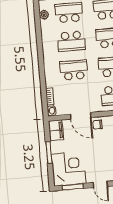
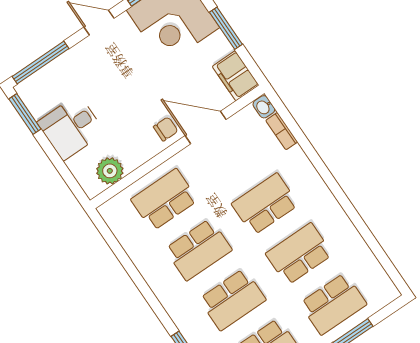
plant: (44, 15) -> (376, 274), removed
school desk: (74, 70) -> (265, 204), turned 180

